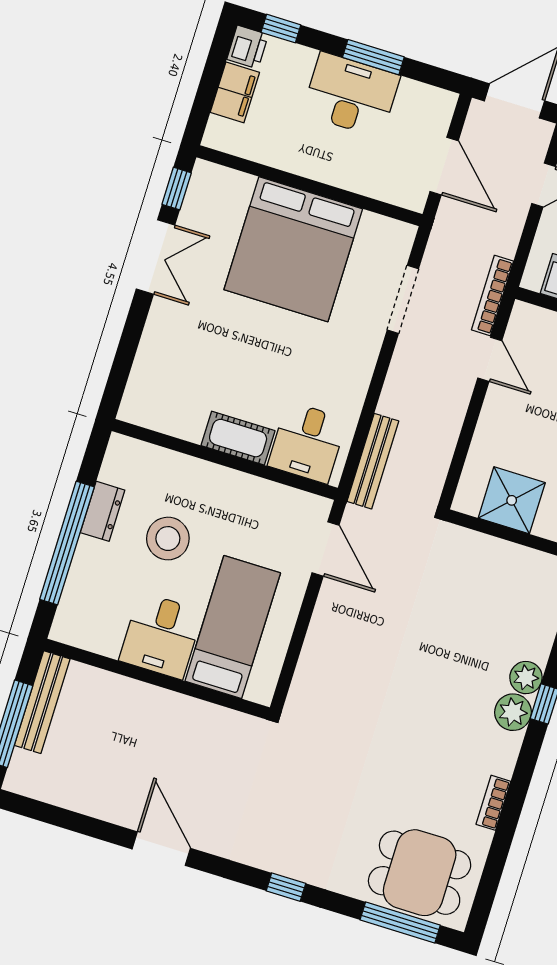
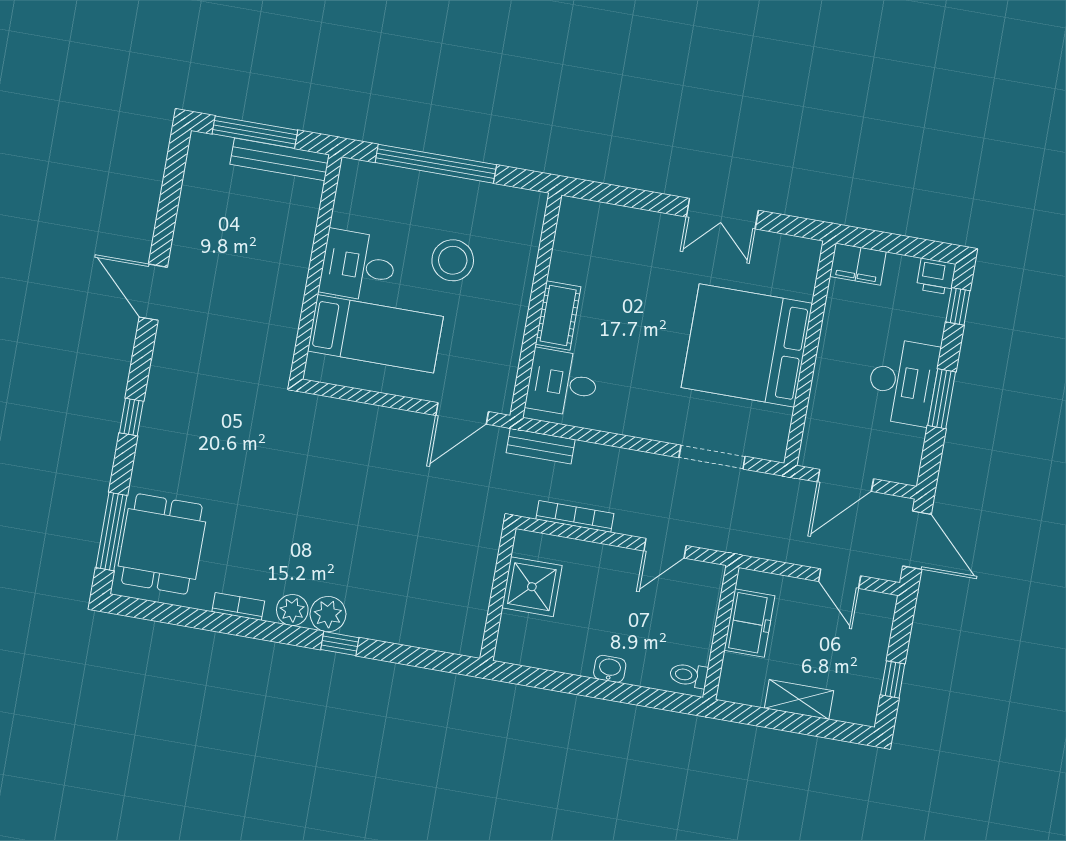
filing cabinet: (235, 92) -> (858, 264), moved
window: (177, 189) -> (791, 226), removed
bookcase: (492, 295) -> (575, 516), moved
bench: (373, 461) -> (541, 446), width x0.73
dresser: (103, 511) -> (471, 194), removed
plant: (526, 678) -> (292, 610), moved
door: (161, 849) -> (153, 292), swing flipped

